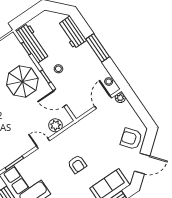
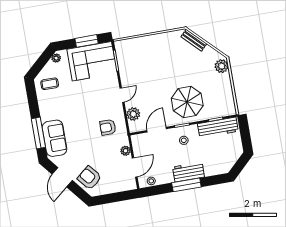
workbench: (72, 32) -> (188, 172), moved
plant: (120, 98) -> (126, 151), moved
door: (103, 102) -> (135, 167), hinge flipped
armchair: (131, 139) -> (90, 178), turned -92
armchair: (77, 164) -> (108, 127), moved

